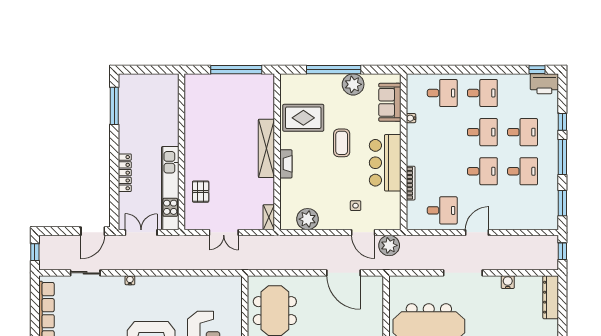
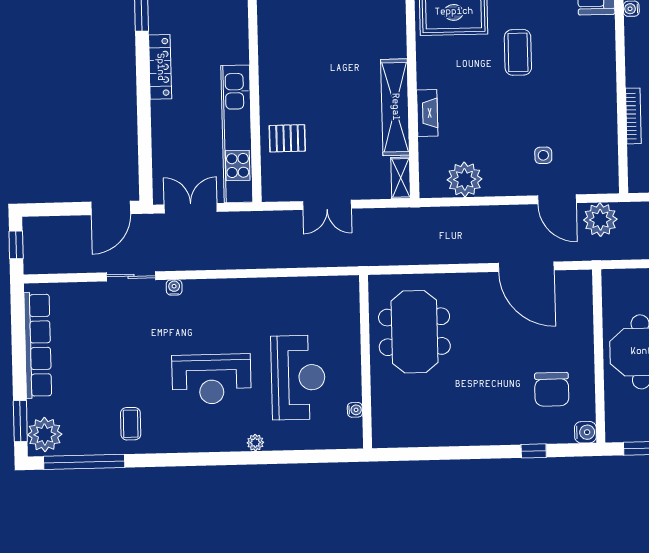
shelving: (266, 148) -> (395, 107), moved
bar counter: (385, 163) -> (591, 83), removed
fireplace: (286, 164) -> (427, 113), moved
locker: (125, 173) -> (160, 67), moved
pallet: (201, 192) -> (287, 138), turned 90
sliding door: (85, 273) -> (131, 276), moved

